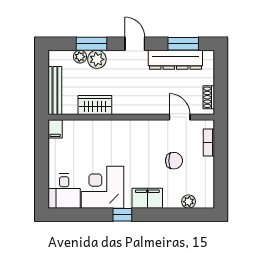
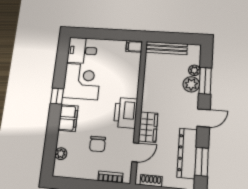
wardrobe: (95, 105) -> (148, 127), moved
printer: (136, 132) -> (126, 113), added

